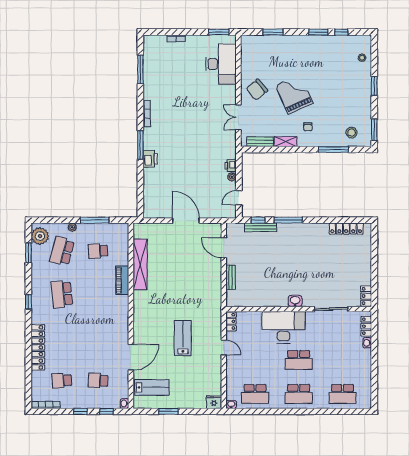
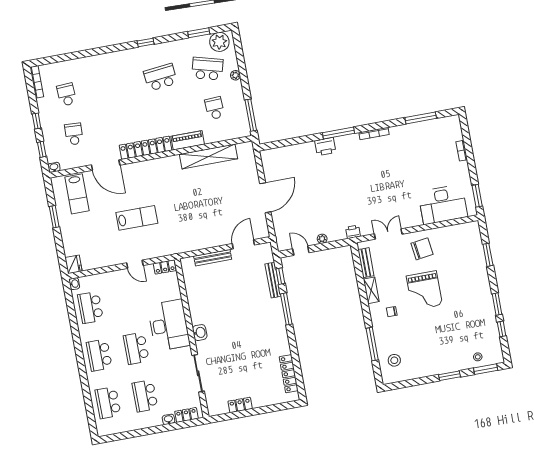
chair: (257, 90) -> (422, 249), turned 122
grand piano: (294, 94) -> (424, 290), turned 114
window: (374, 130) -> (486, 369), moved
printer: (231, 166) -> (353, 232), moved
window: (95, 220) -> (251, 115), moved
bench: (231, 277) -> (213, 258), width x1.36
locker: (366, 296) -> (240, 405), moved
locker: (38, 347) -> (145, 148), moved, turned 180
door: (224, 347) -> (135, 264), hinge flipped
school desk: (342, 360) -> (145, 396), added

